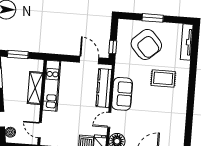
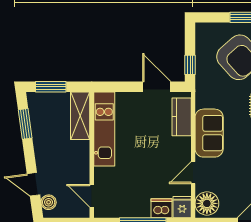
shelving: (35, 88) -> (80, 116), moved
kitchen counter: (104, 88) -> (182, 117), width x0.67

